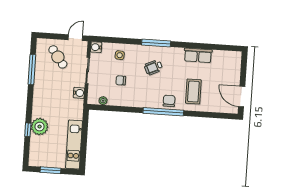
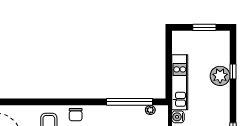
window: (163, 112) -> (129, 102), moved
kitchen unit: (74, 145) -> (180, 82), moved

